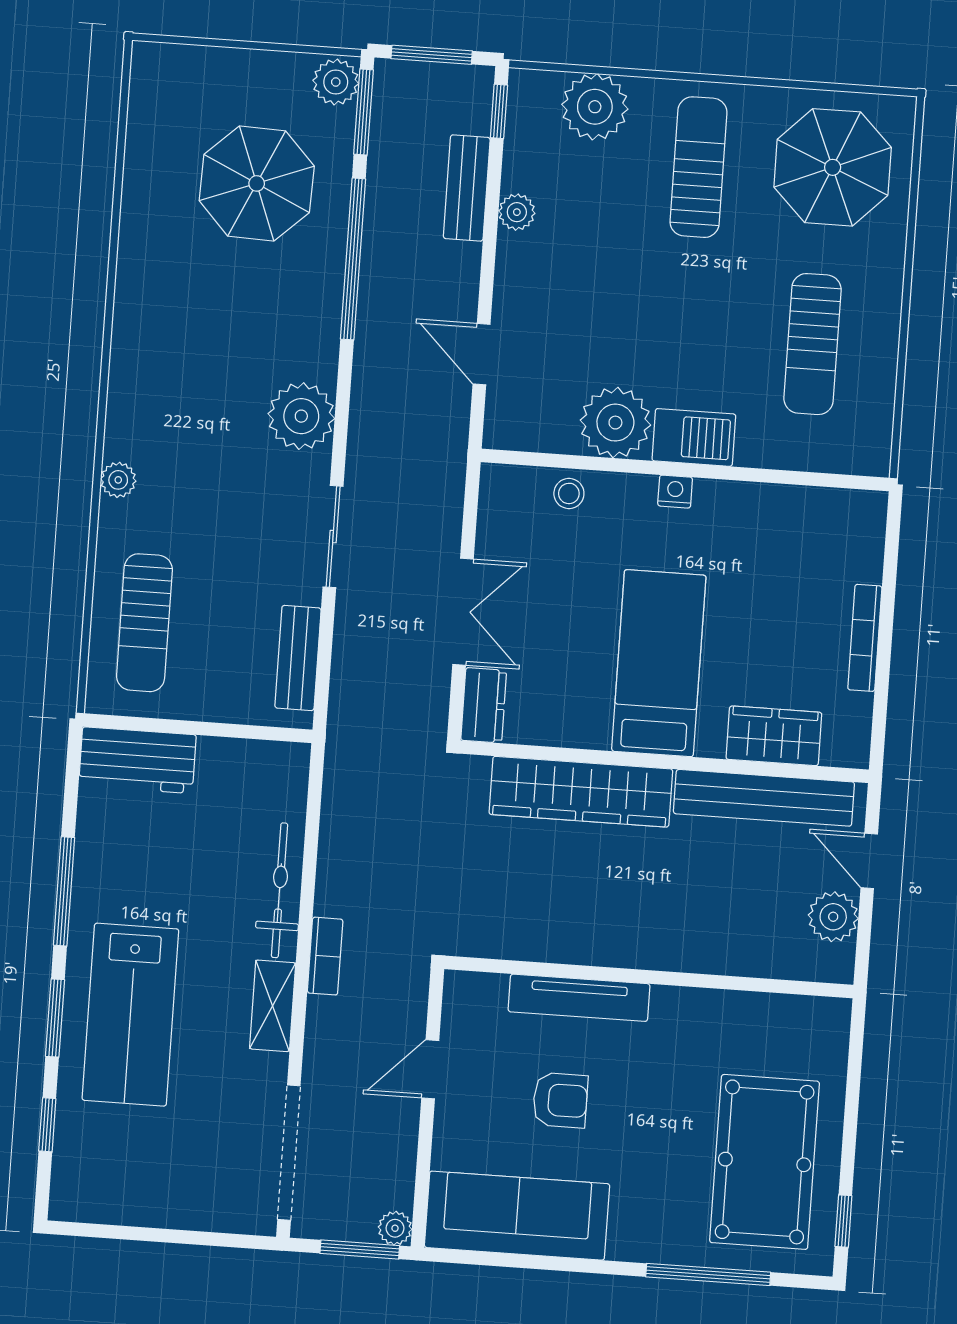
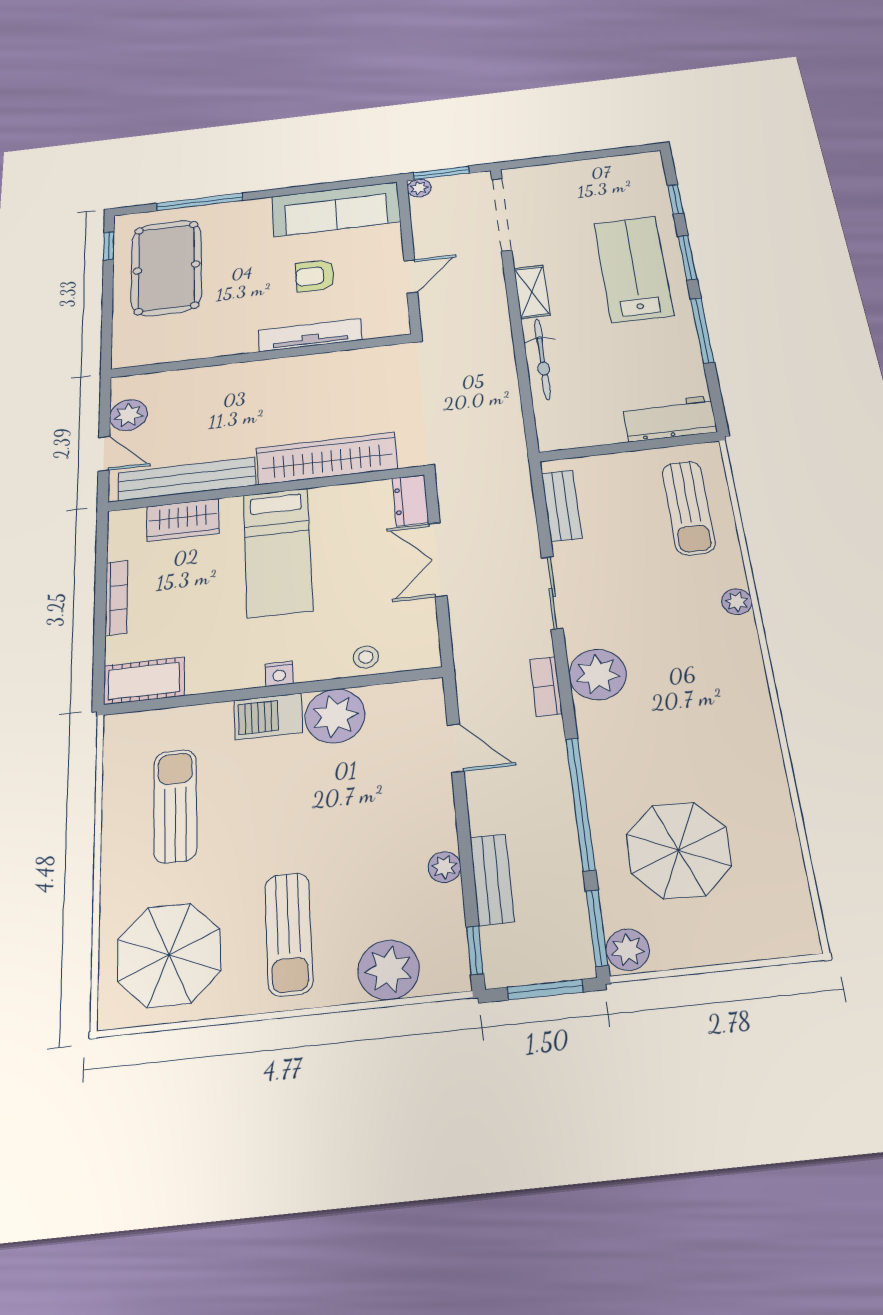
cot: (838, 514) -> (144, 681), added
sun lounger: (144, 623) -> (689, 508), turned 180
bookcase: (325, 956) -> (546, 686), moved

